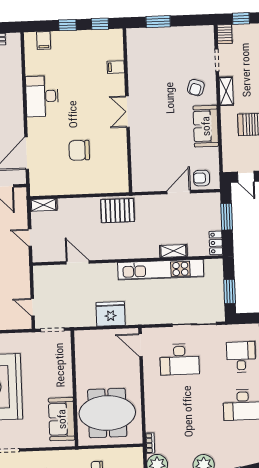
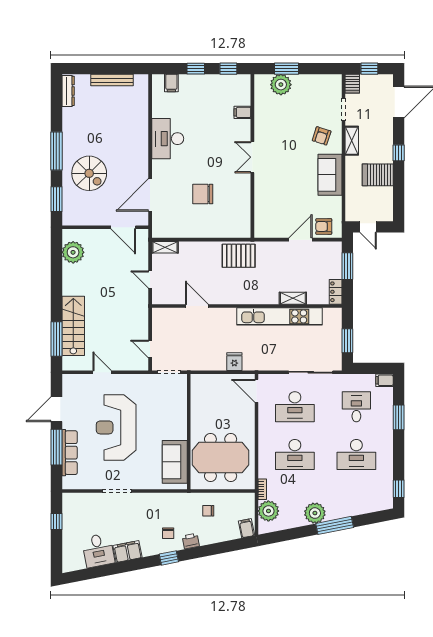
plant: (153, 38) -> (281, 85), added
fridge: (111, 314) -> (234, 362), width x0.53, depth x0.75
desk: (181, 407) -> (295, 455), added

